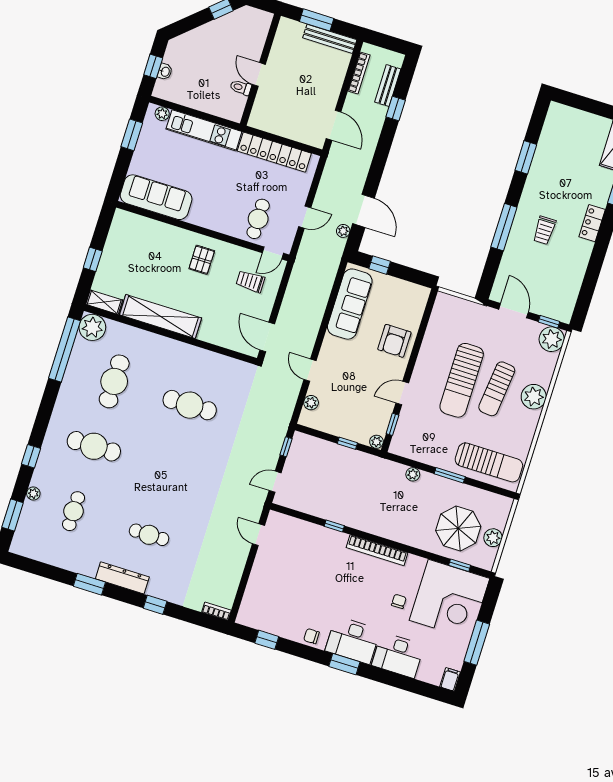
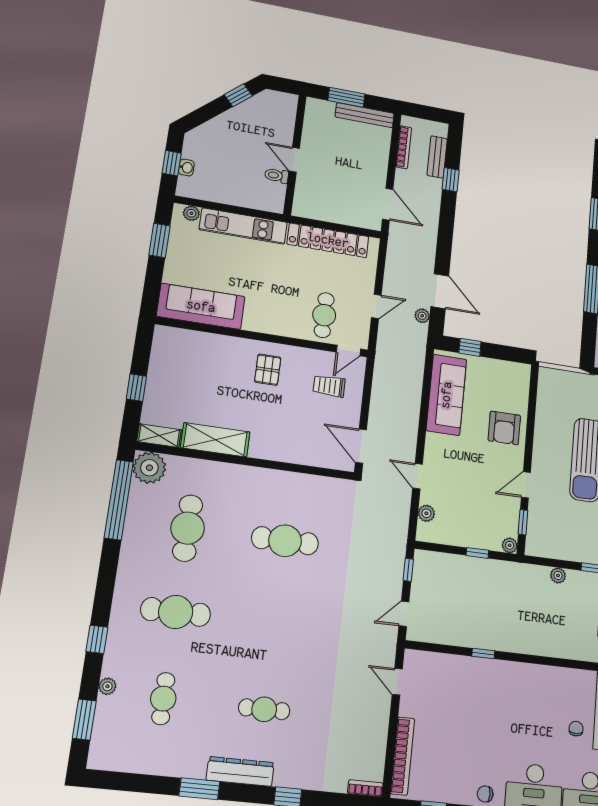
shelving: (160, 316) -> (215, 440), width x0.68
bookcase: (377, 550) -> (403, 756), moved, turned -90

